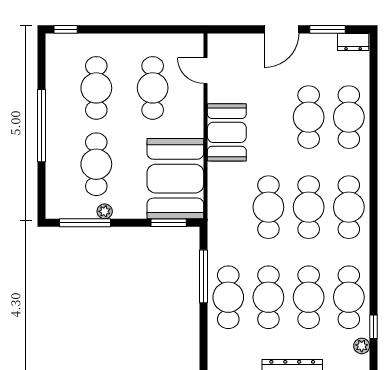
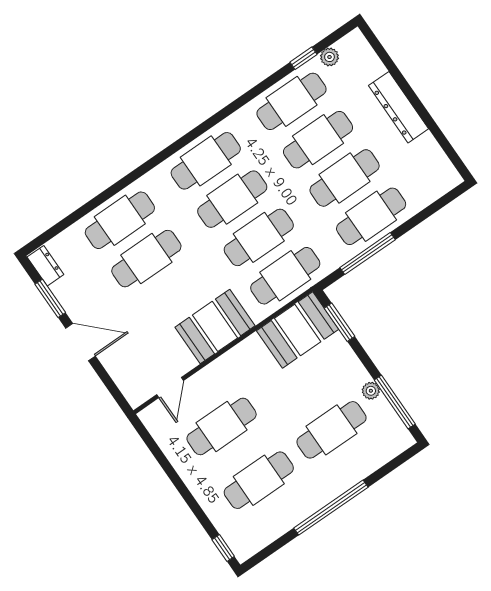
booth: (175, 179) -> (298, 330), width x0.73, depth x0.70
cafe table: (228, 207) -> (285, 276), added

